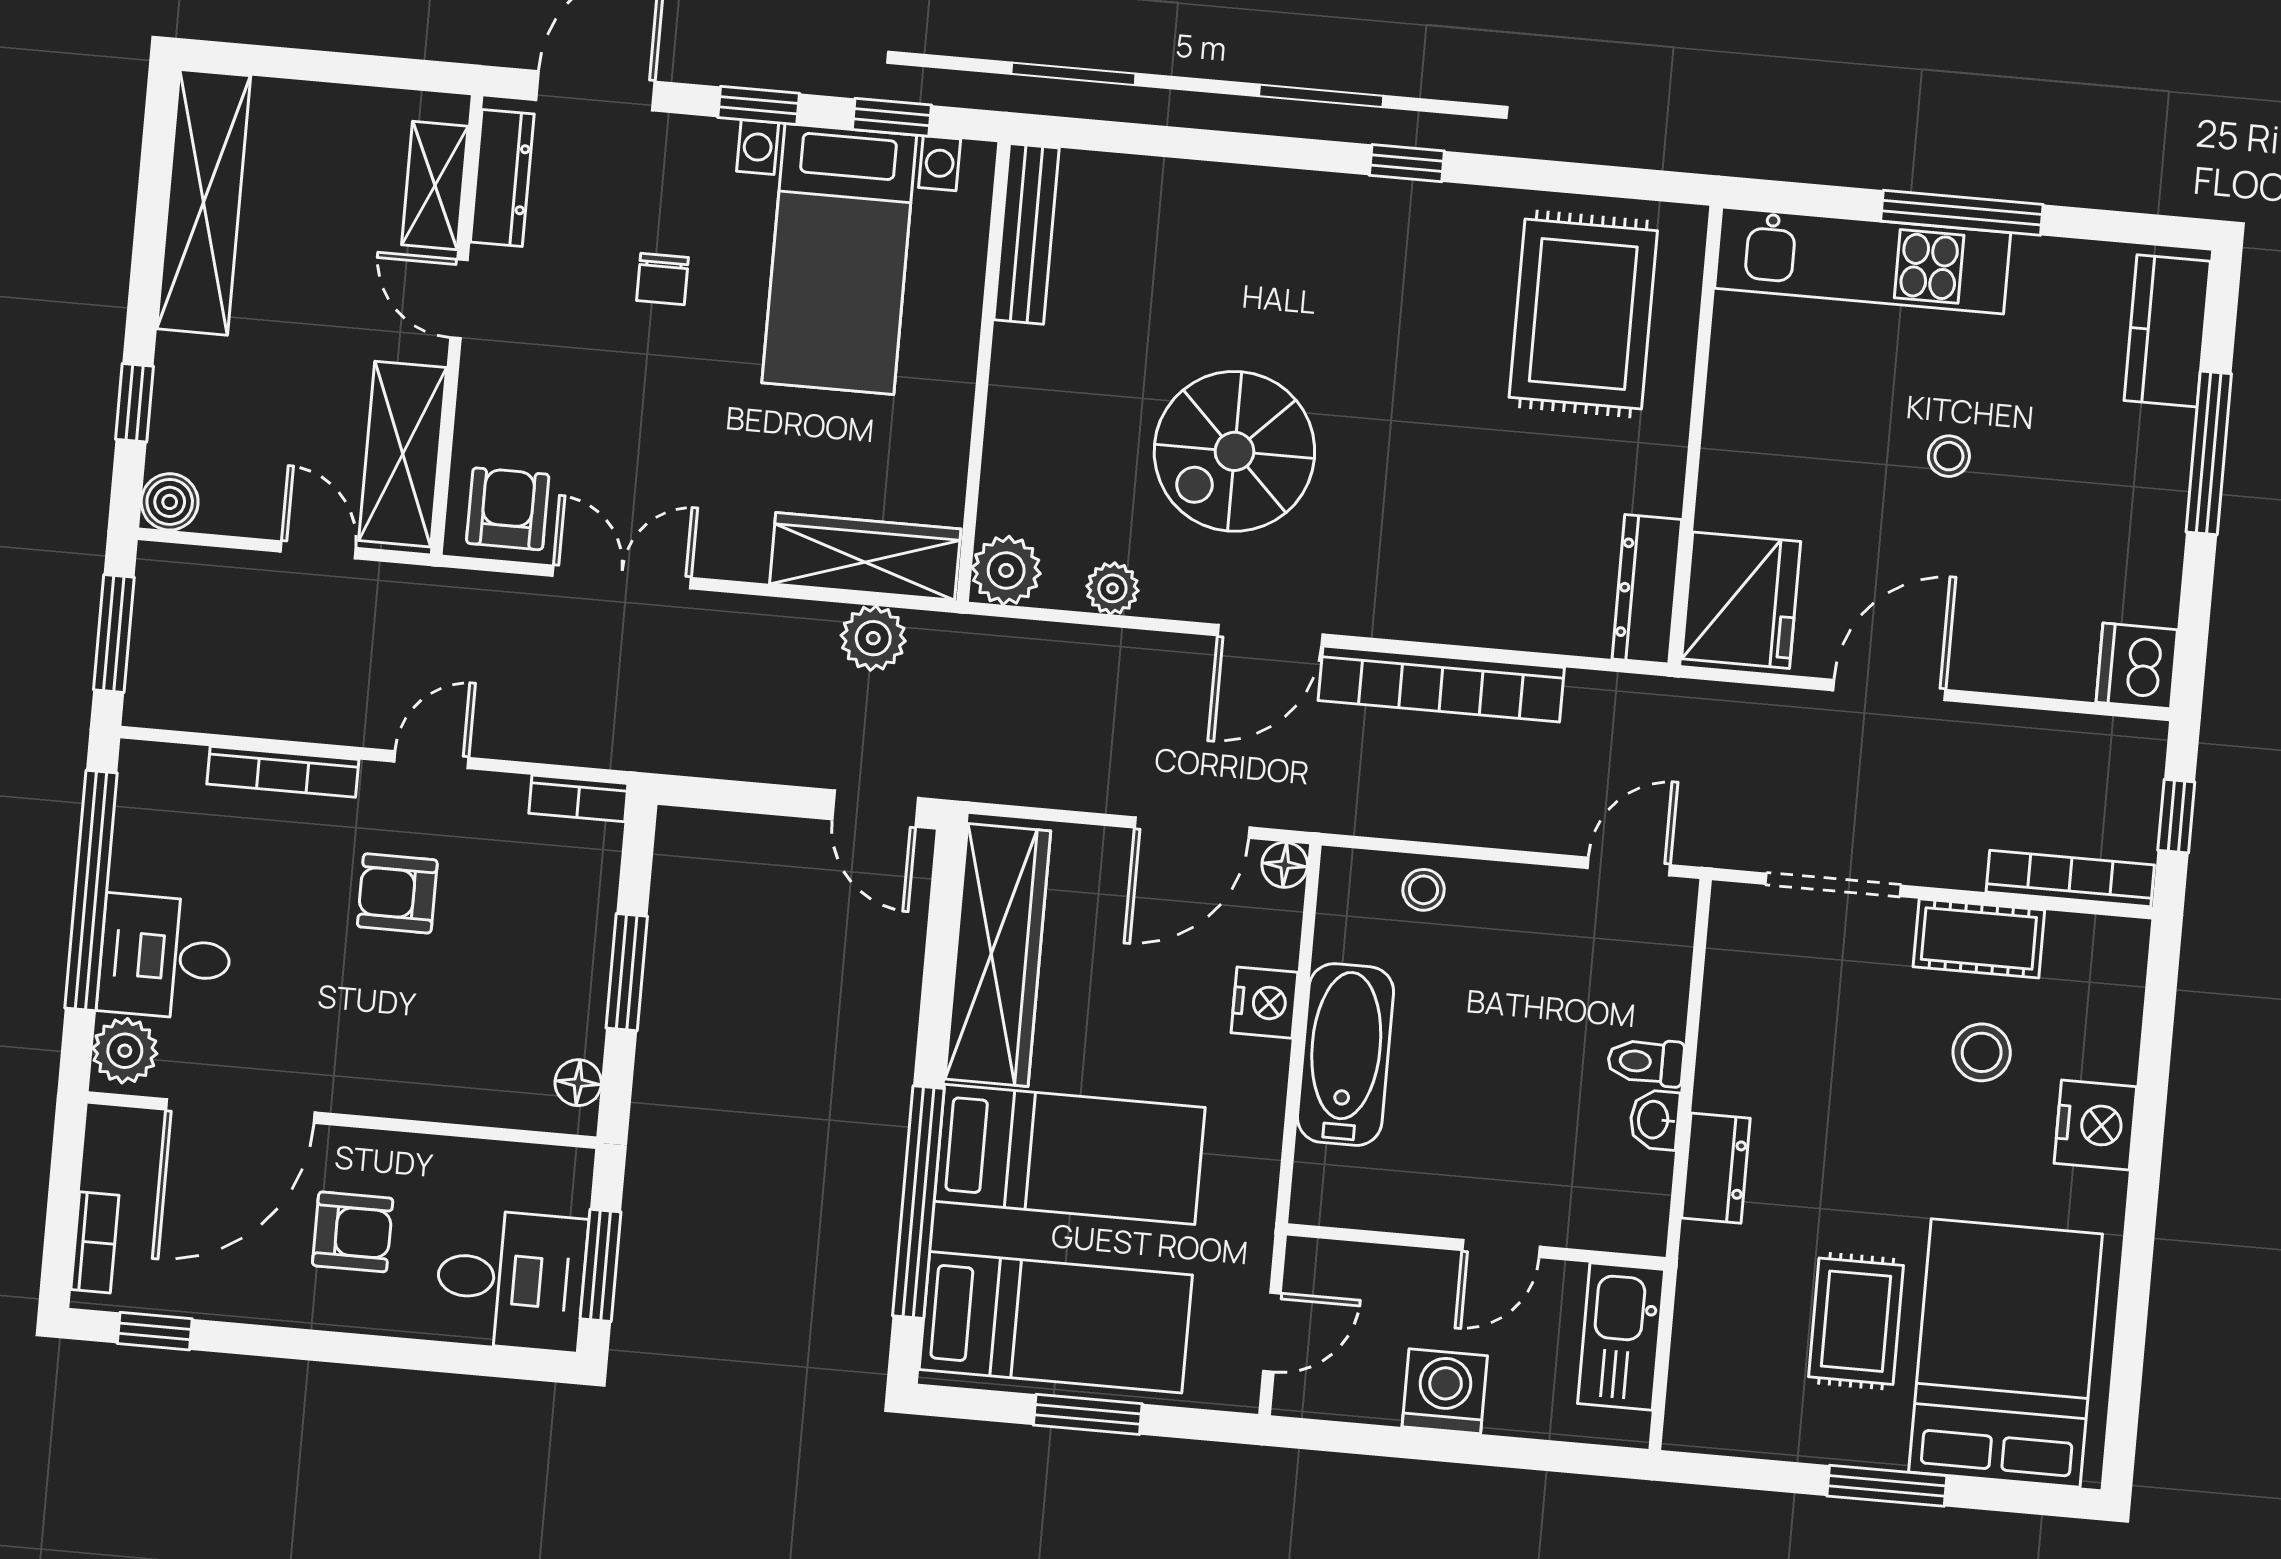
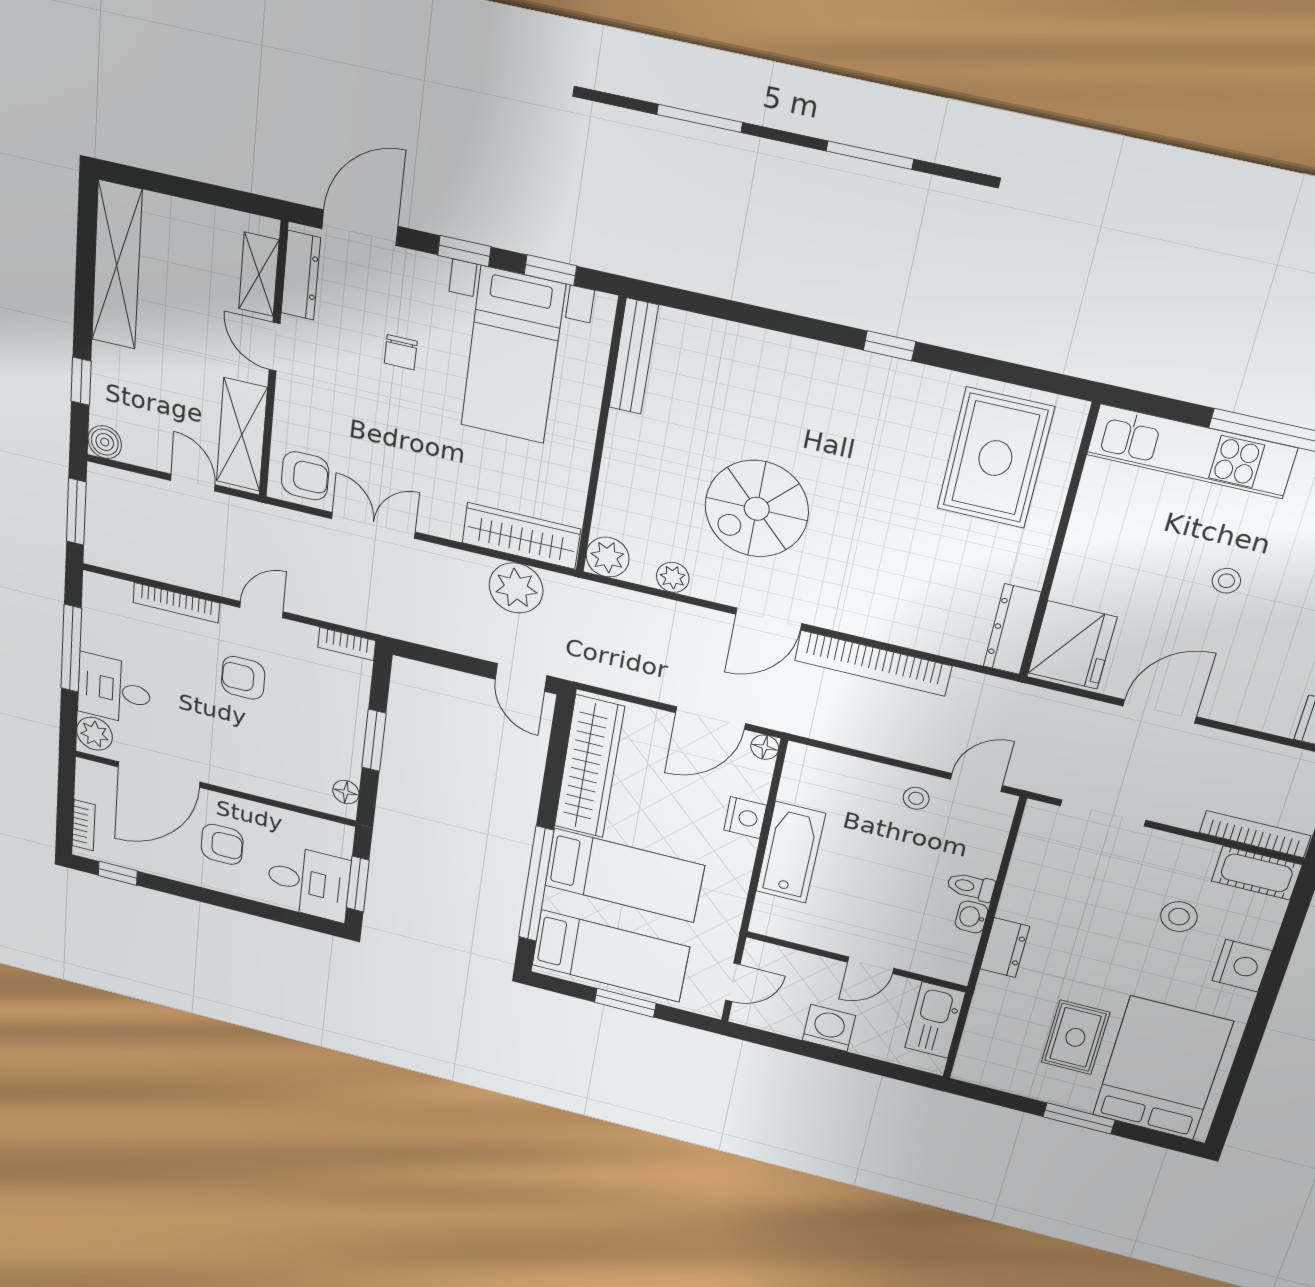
armchair: (508, 509) -> (305, 476), turned 90
plant: (873, 638) -> (516, 588), width x1.36, depth x1.36
window: (91, 890) -> (71, 648), width x0.68
stool: (1423, 890) -> (916, 798), moved
cot: (1979, 938) -> (1257, 873), moved

